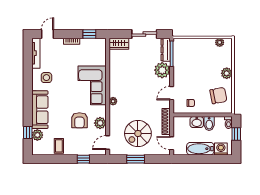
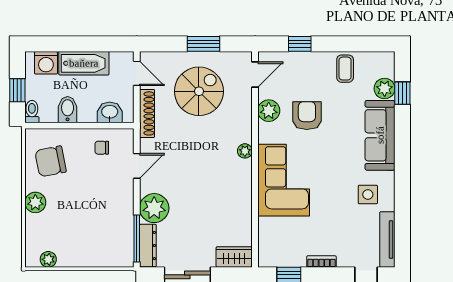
washbasin: (197, 122) -> (110, 112), moved

